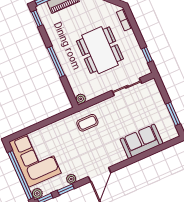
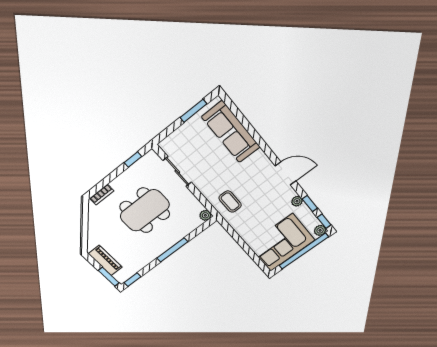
sofa: (141, 141) -> (231, 132), width x1.36

